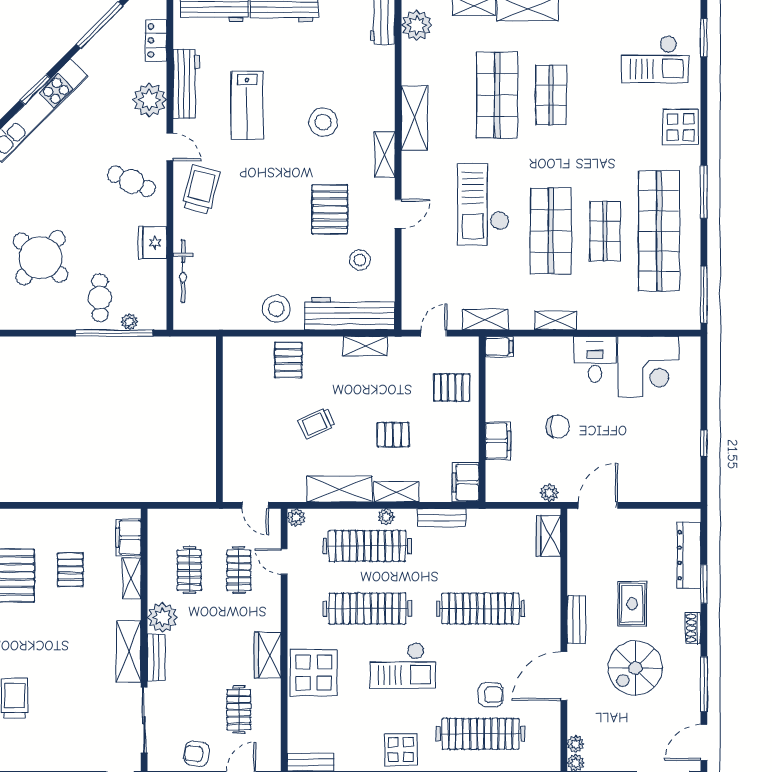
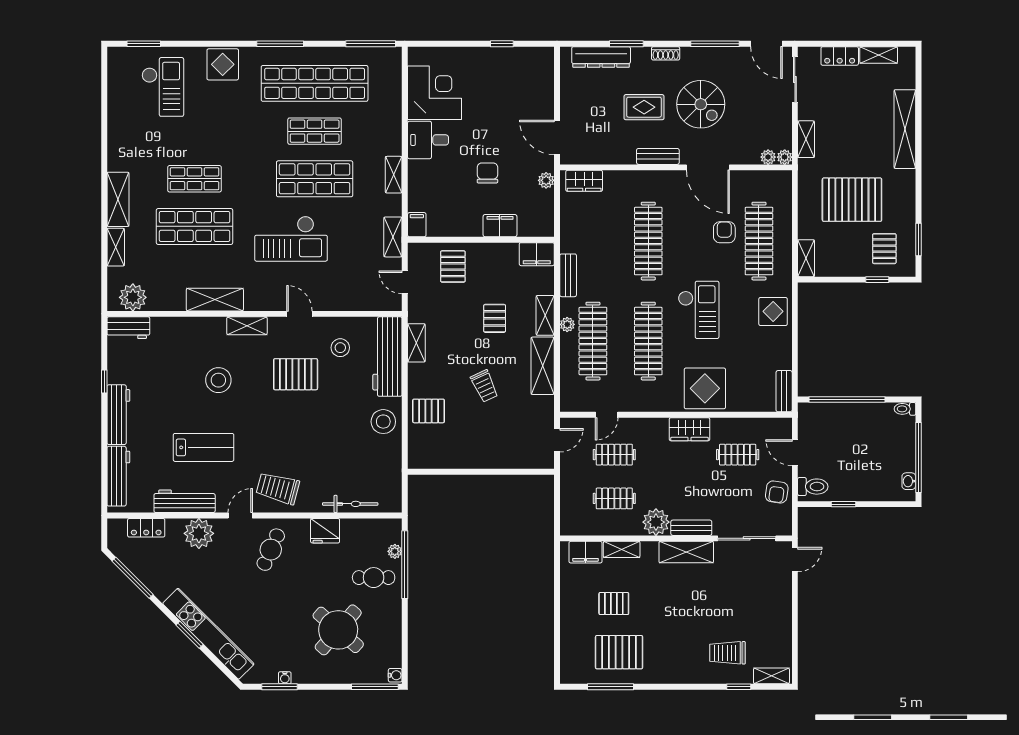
plant: (296, 518) -> (568, 404), removed

